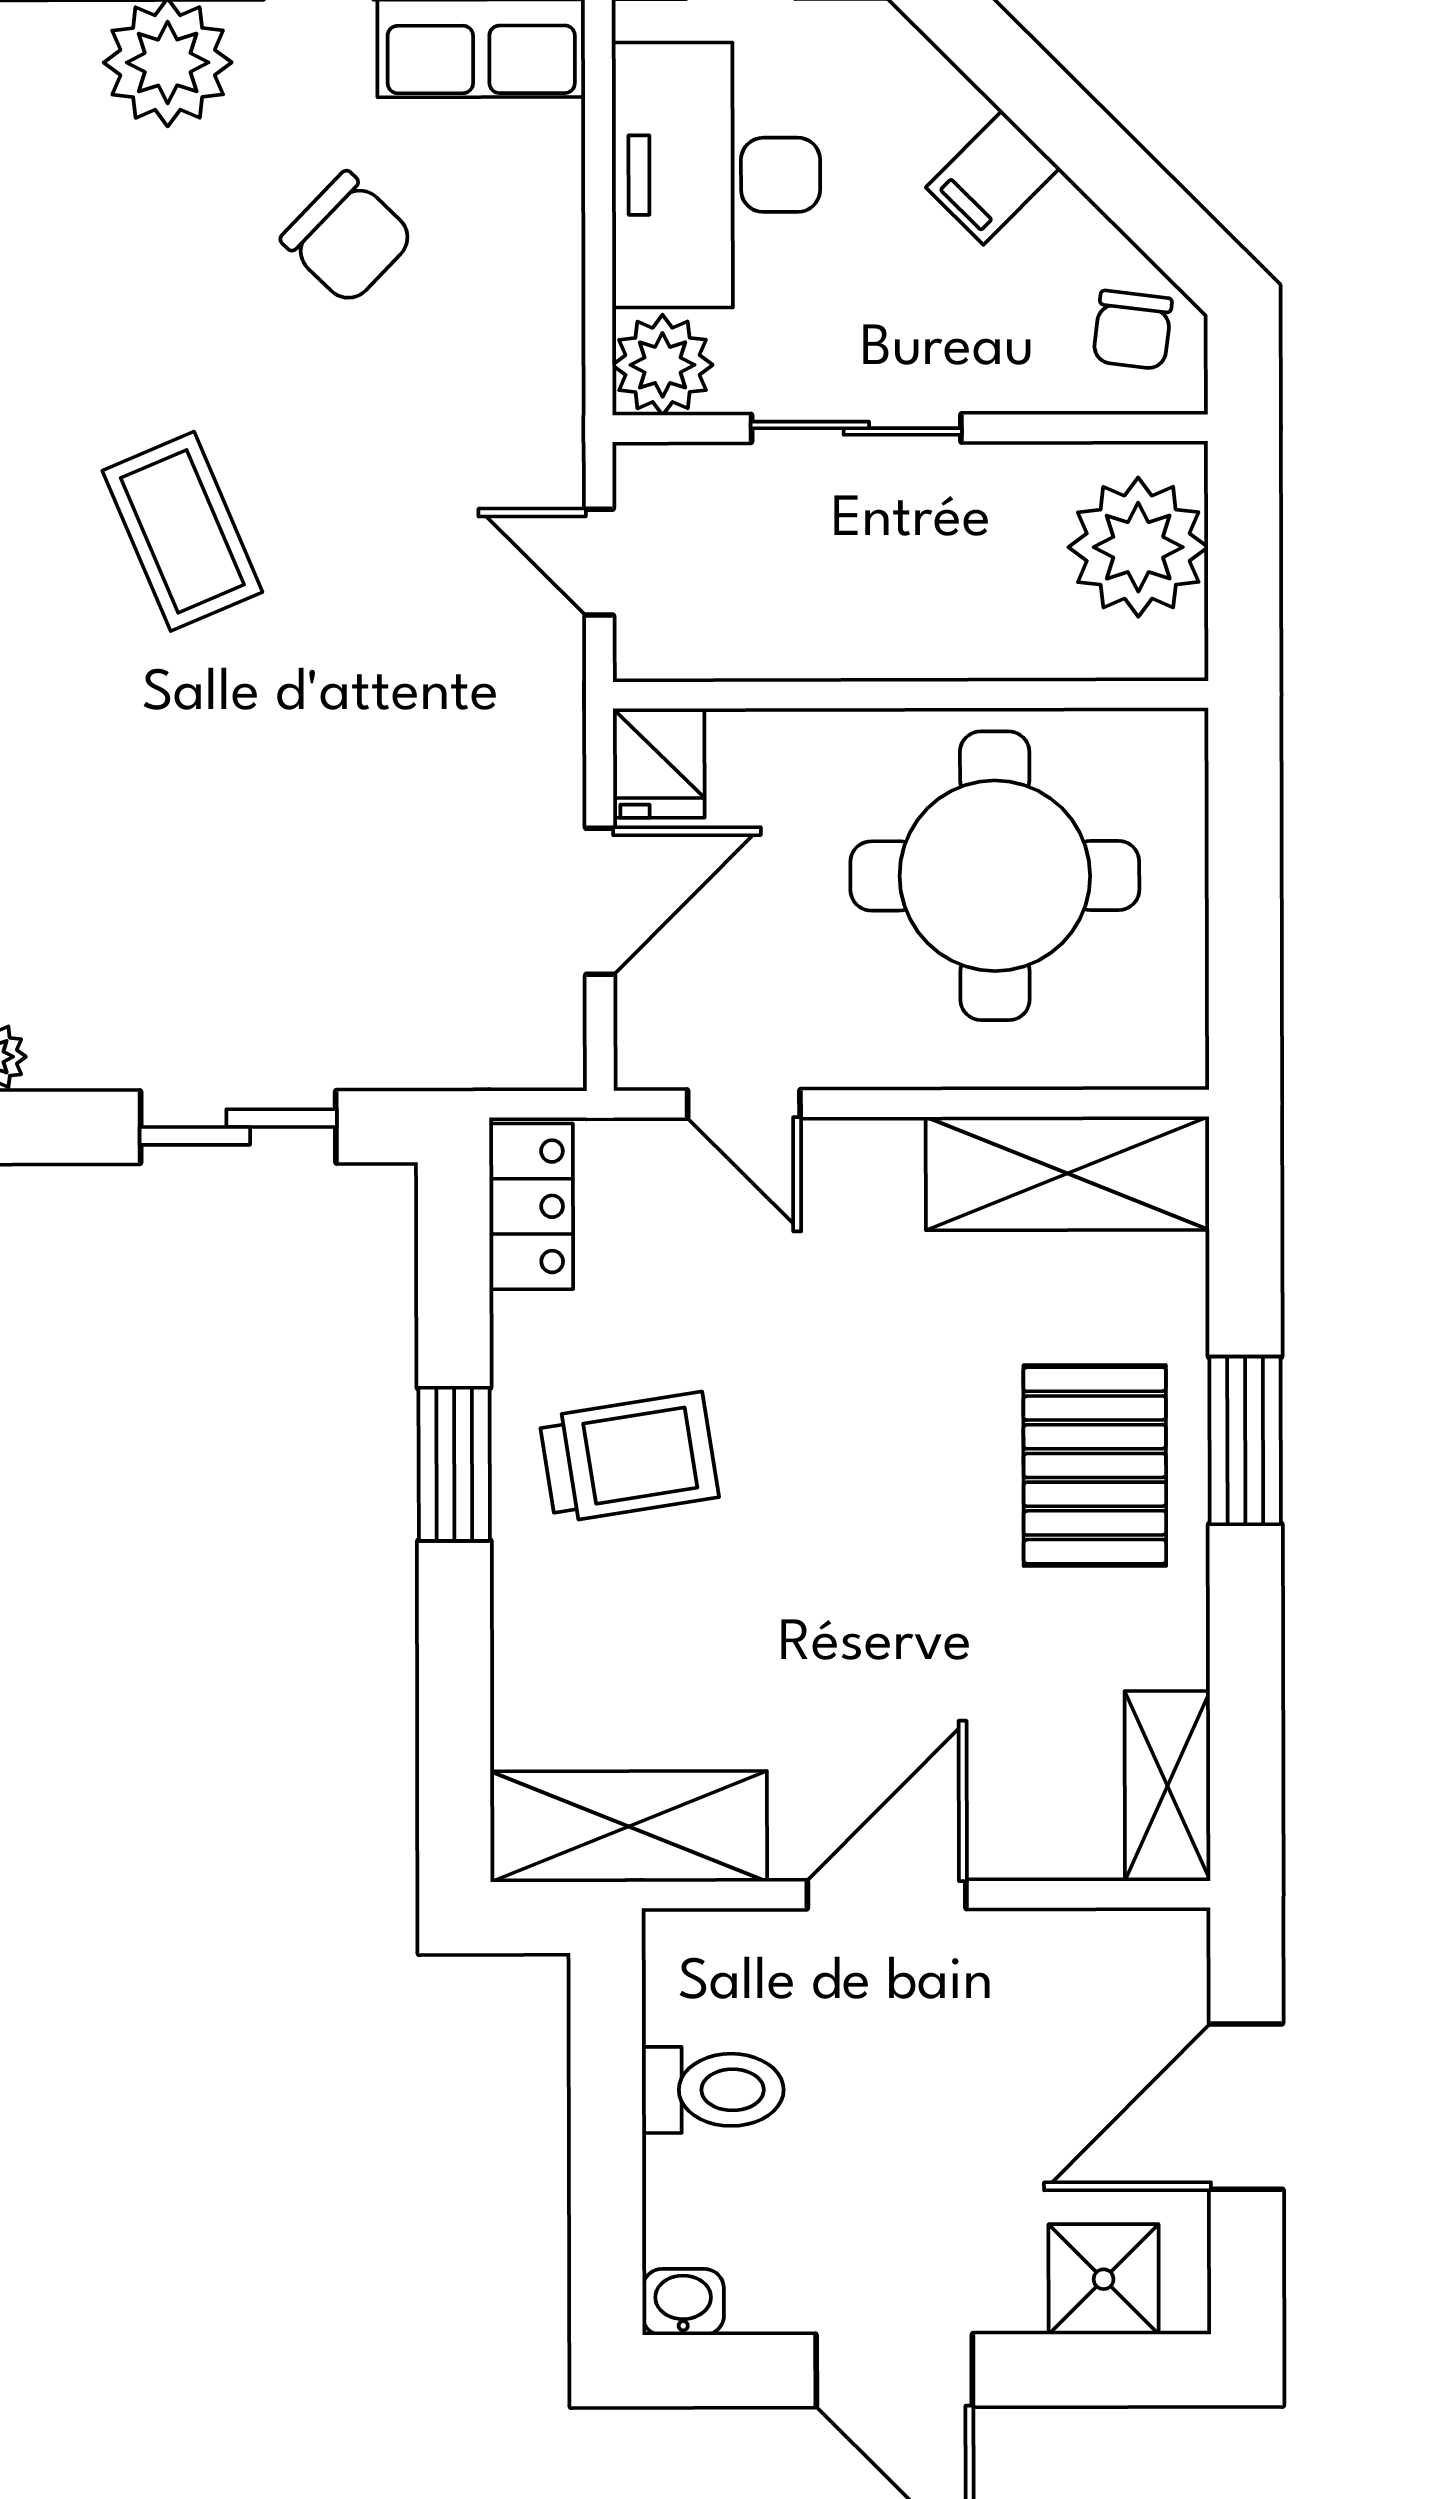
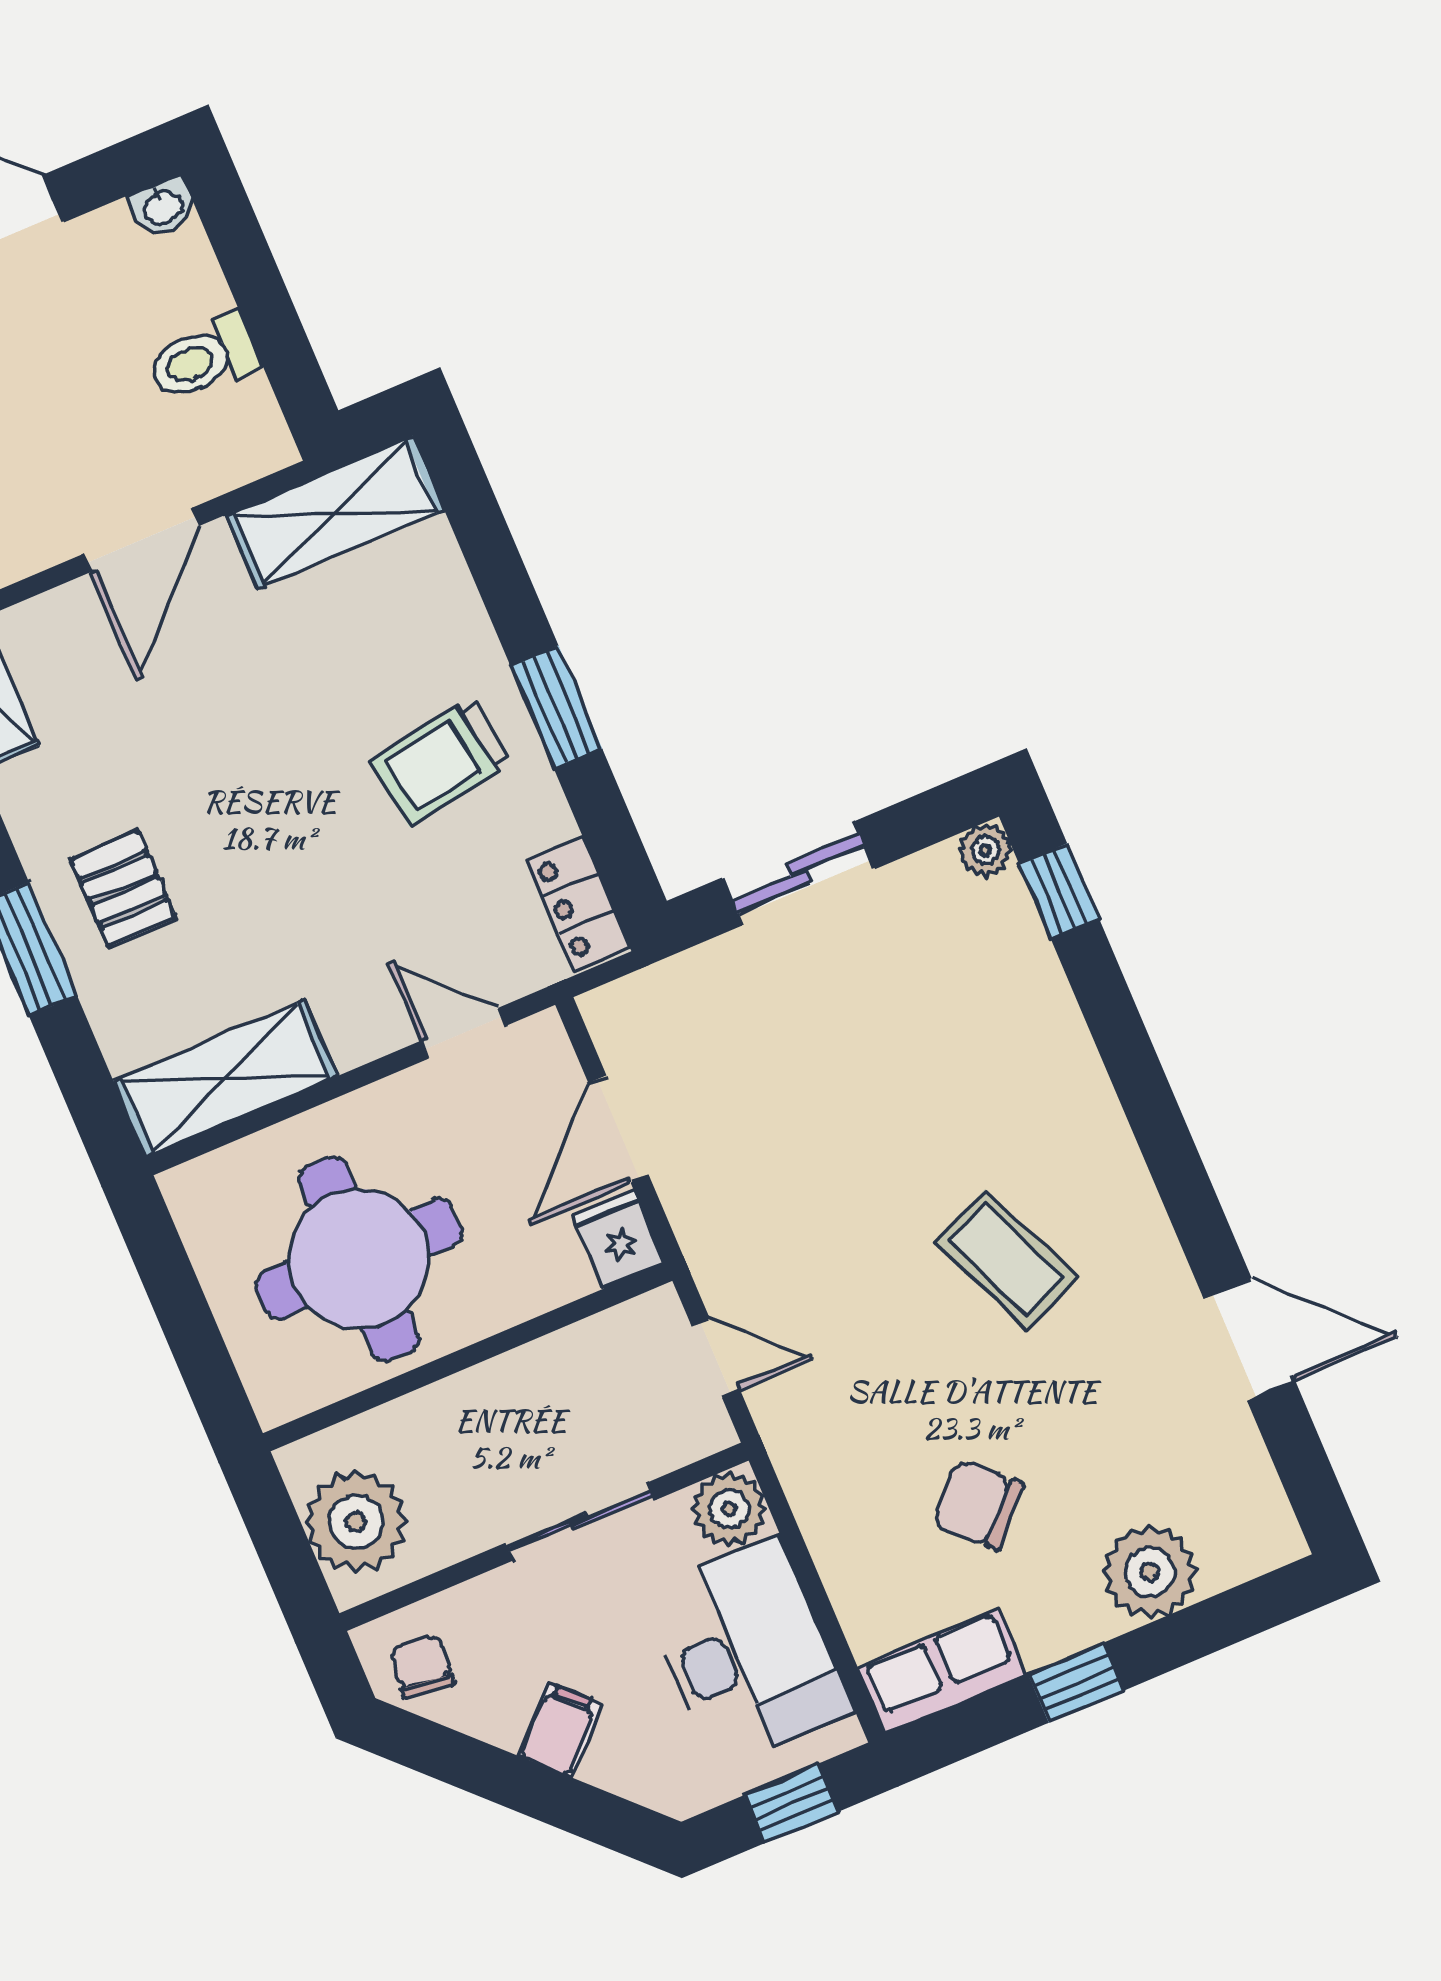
pallet: (1095, 1465) -> (123, 889), width x0.67, depth x0.71

